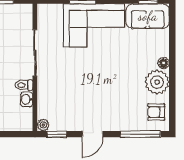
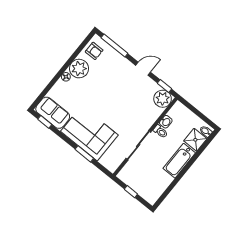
plant: (43, 125) -> (163, 99), width x1.88, depth x1.88

